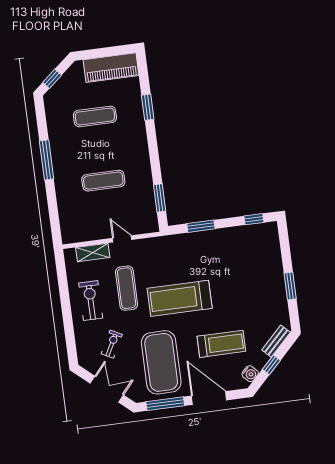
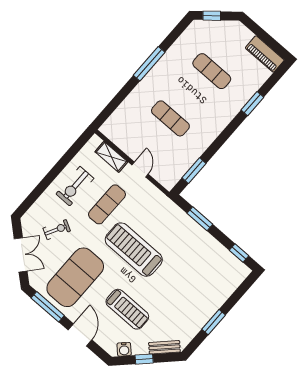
piano: (111, 68) -> (265, 54), width x0.73, depth x0.75
exercise bike: (91, 301) -> (75, 186), turned 180
door: (209, 398) -> (80, 335), width x0.73

